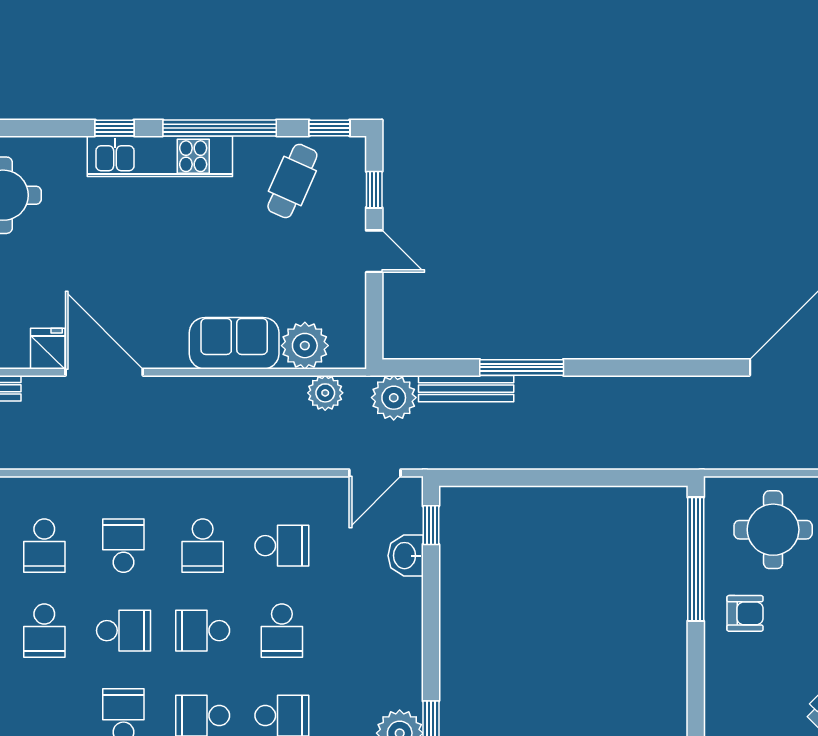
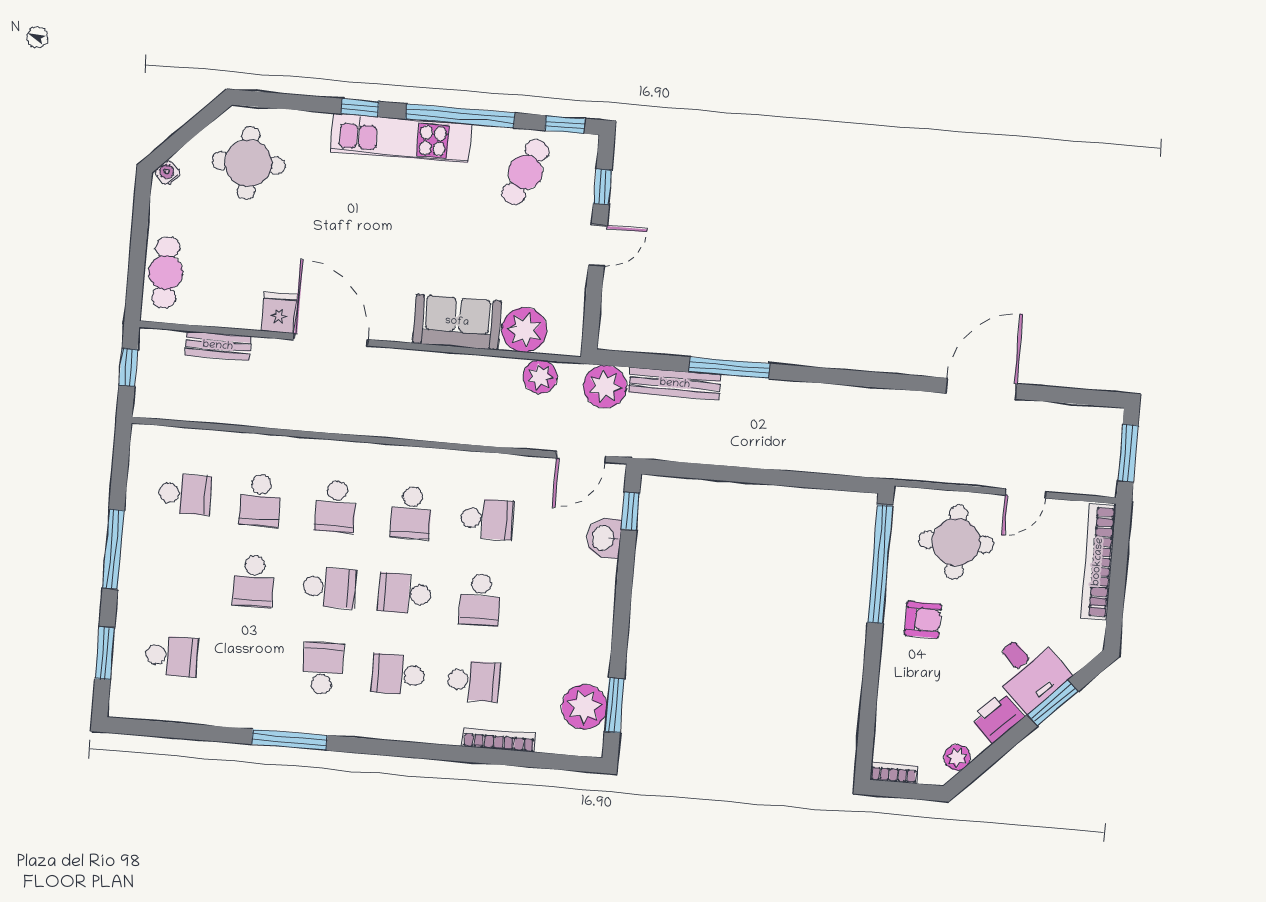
door: (374, 251) -> (598, 246), hinge flipped
school desk: (123, 546) -> (336, 506), turned 180

